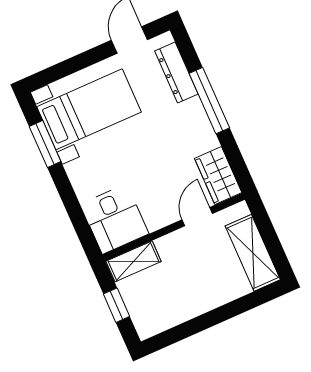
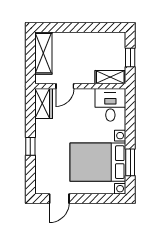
dresser: (176, 73) -> (41, 170), removed
window: (209, 101) -> (30, 146), width x0.46
bed with nightstands: (89, 109) -> (98, 162), width x1.36

